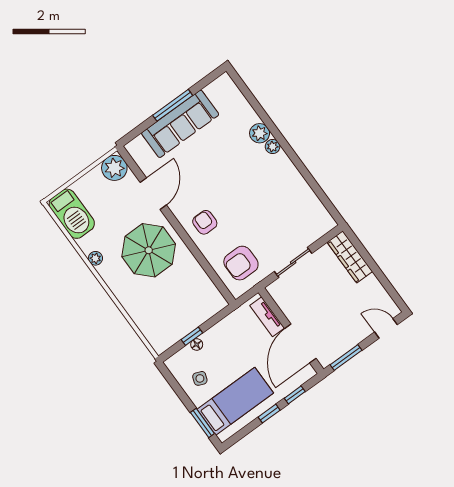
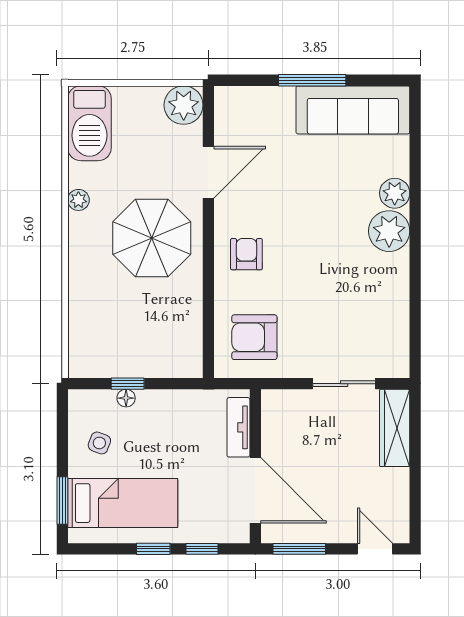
sofa: (180, 124) -> (353, 110), moved
plant: (273, 147) -> (389, 231), width x1.88, depth x1.88
sliding door: (293, 262) -> (344, 384), moved
door: (300, 343) -> (255, 490), swing flipped

